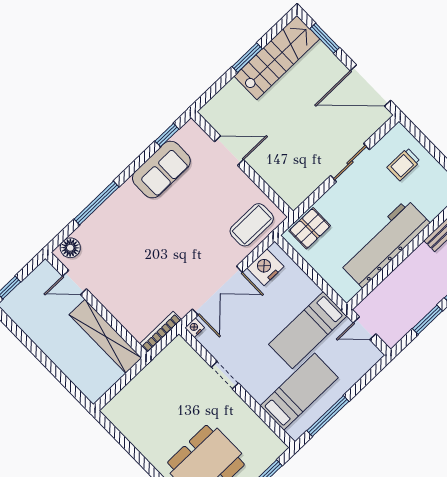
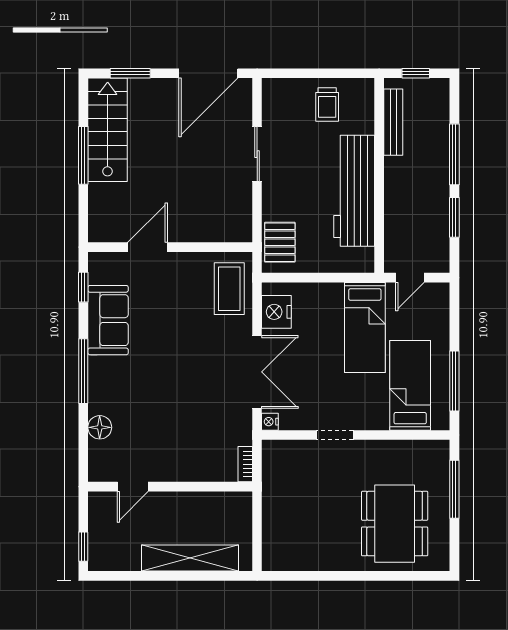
window: (247, 58) -> (83, 155), width x1.44
trolley: (404, 164) -> (327, 105), moved
window: (97, 203) -> (83, 371), moved
floor lamp: (70, 248) -> (100, 427), moved
bookcase: (160, 332) -> (245, 464), width x0.64
shelving: (105, 336) -> (190, 558), moved

